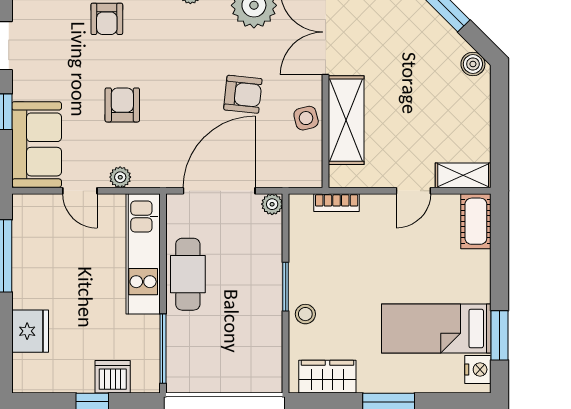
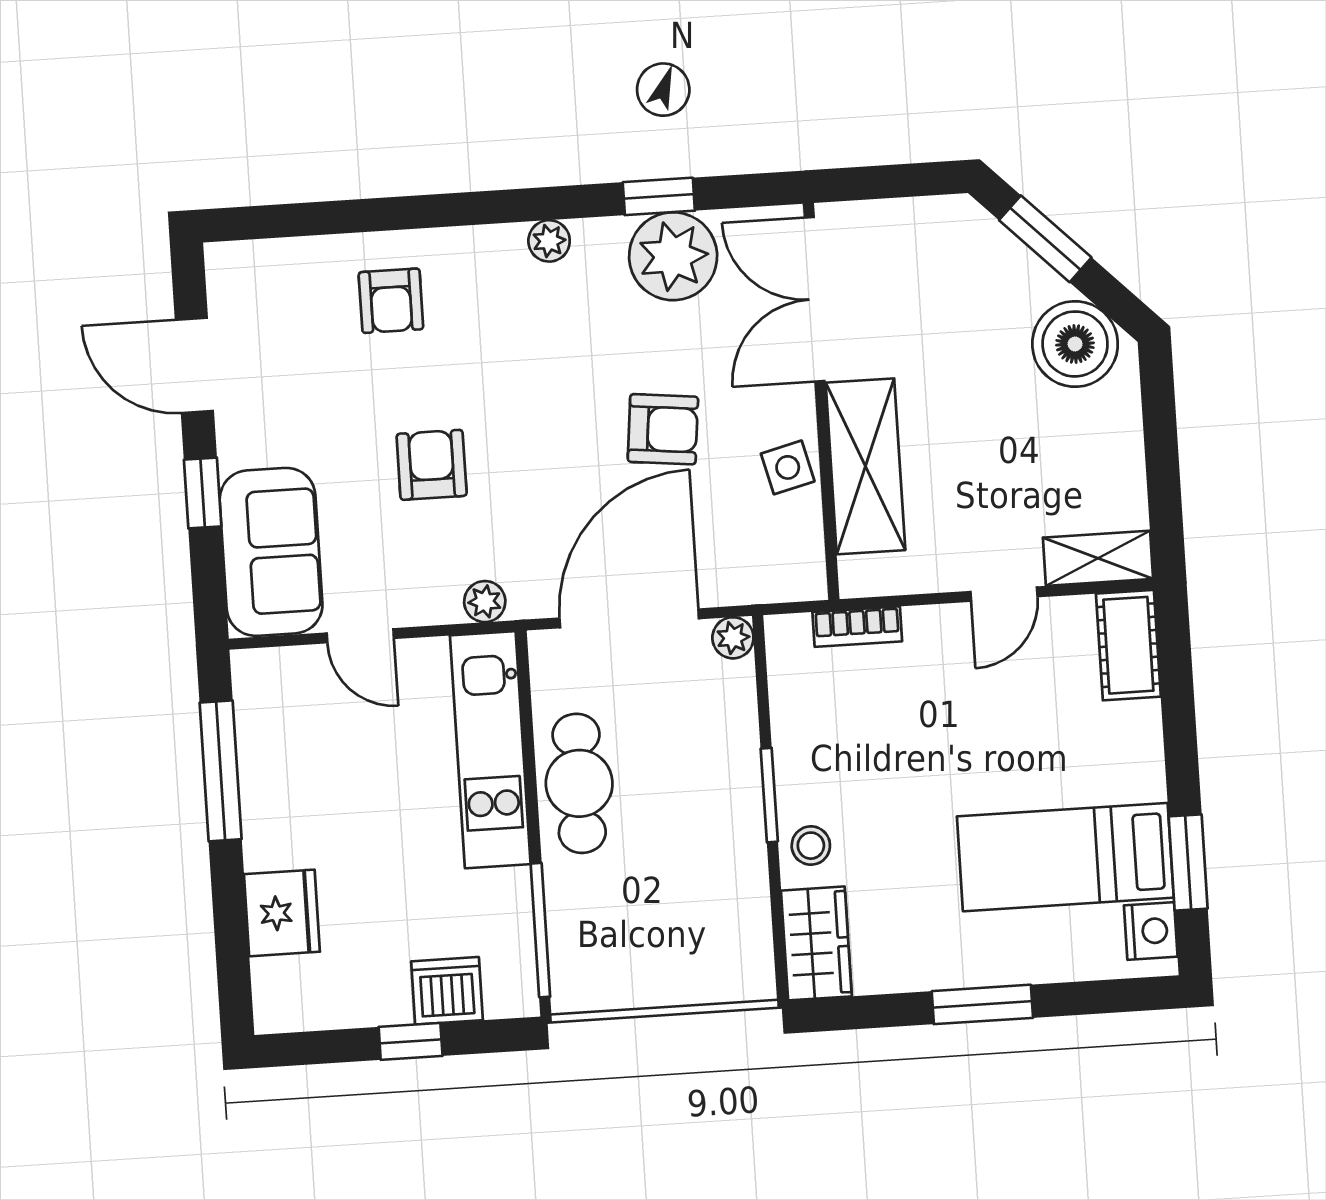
boiler: (473, 64) -> (1075, 344), width x1.86, depth x1.86
plant: (120, 177) -> (485, 602), moved
wardrobe: (327, 377) -> (816, 943), moved, turned 90

